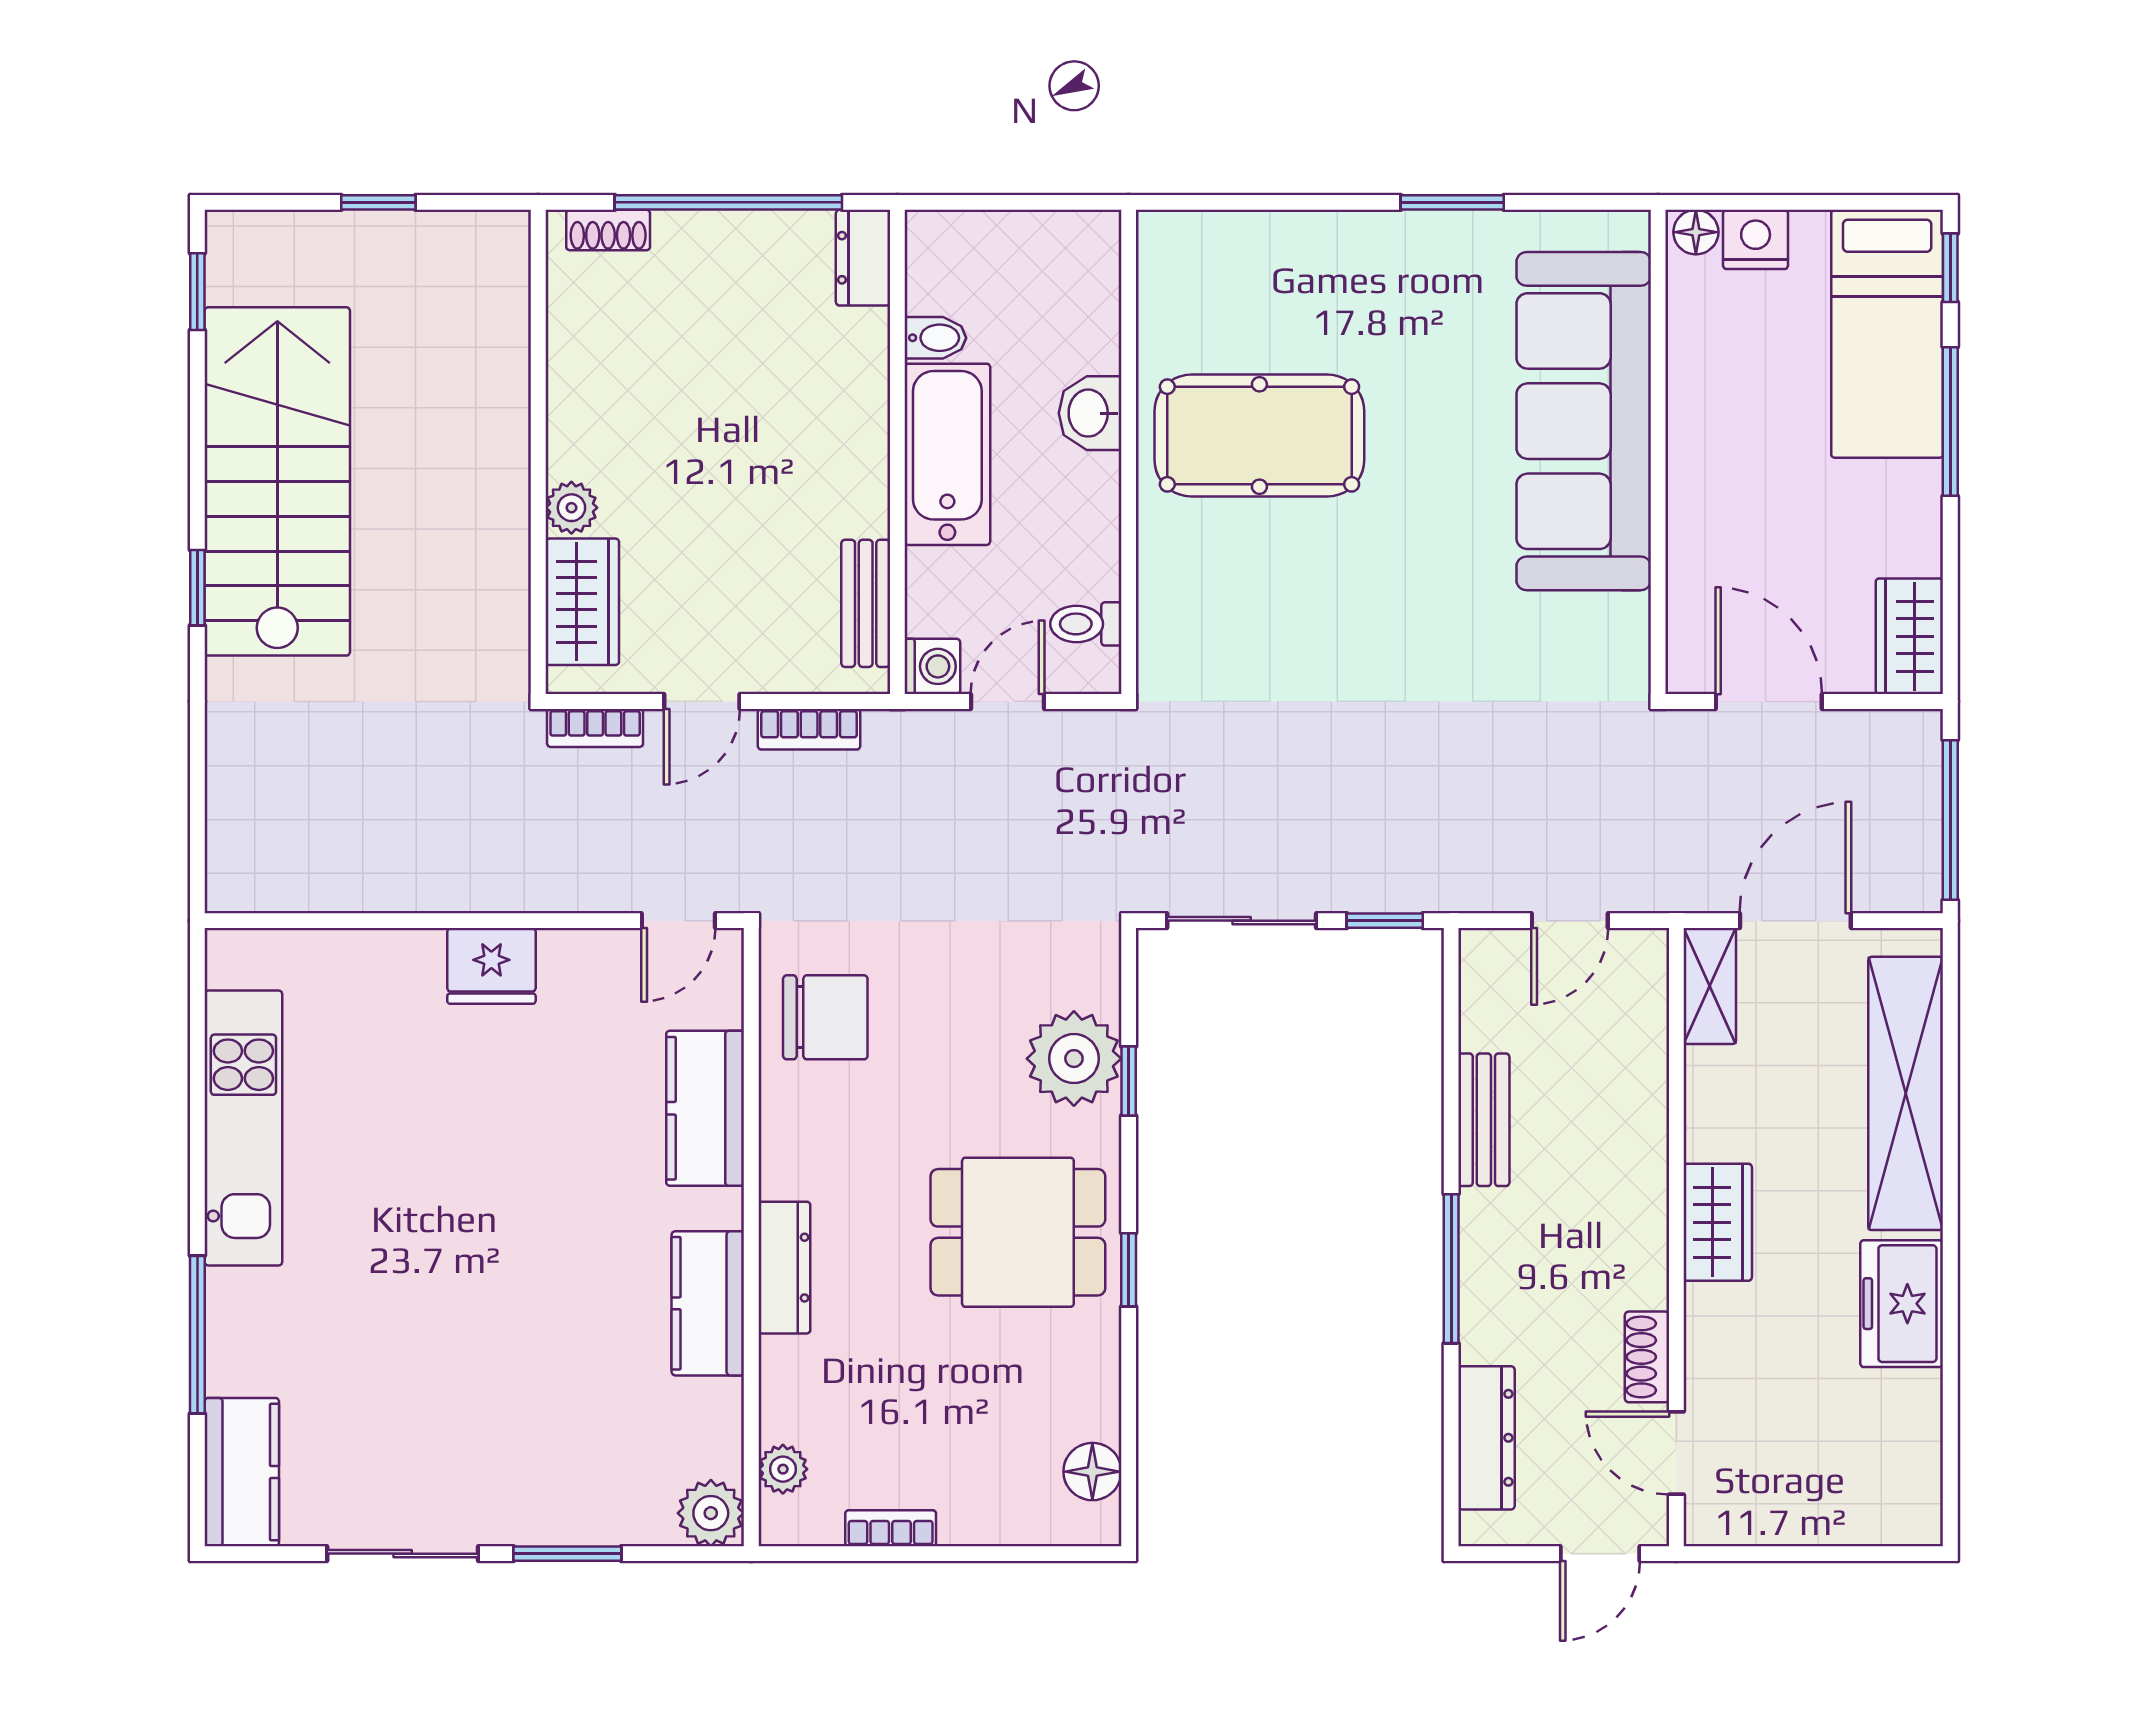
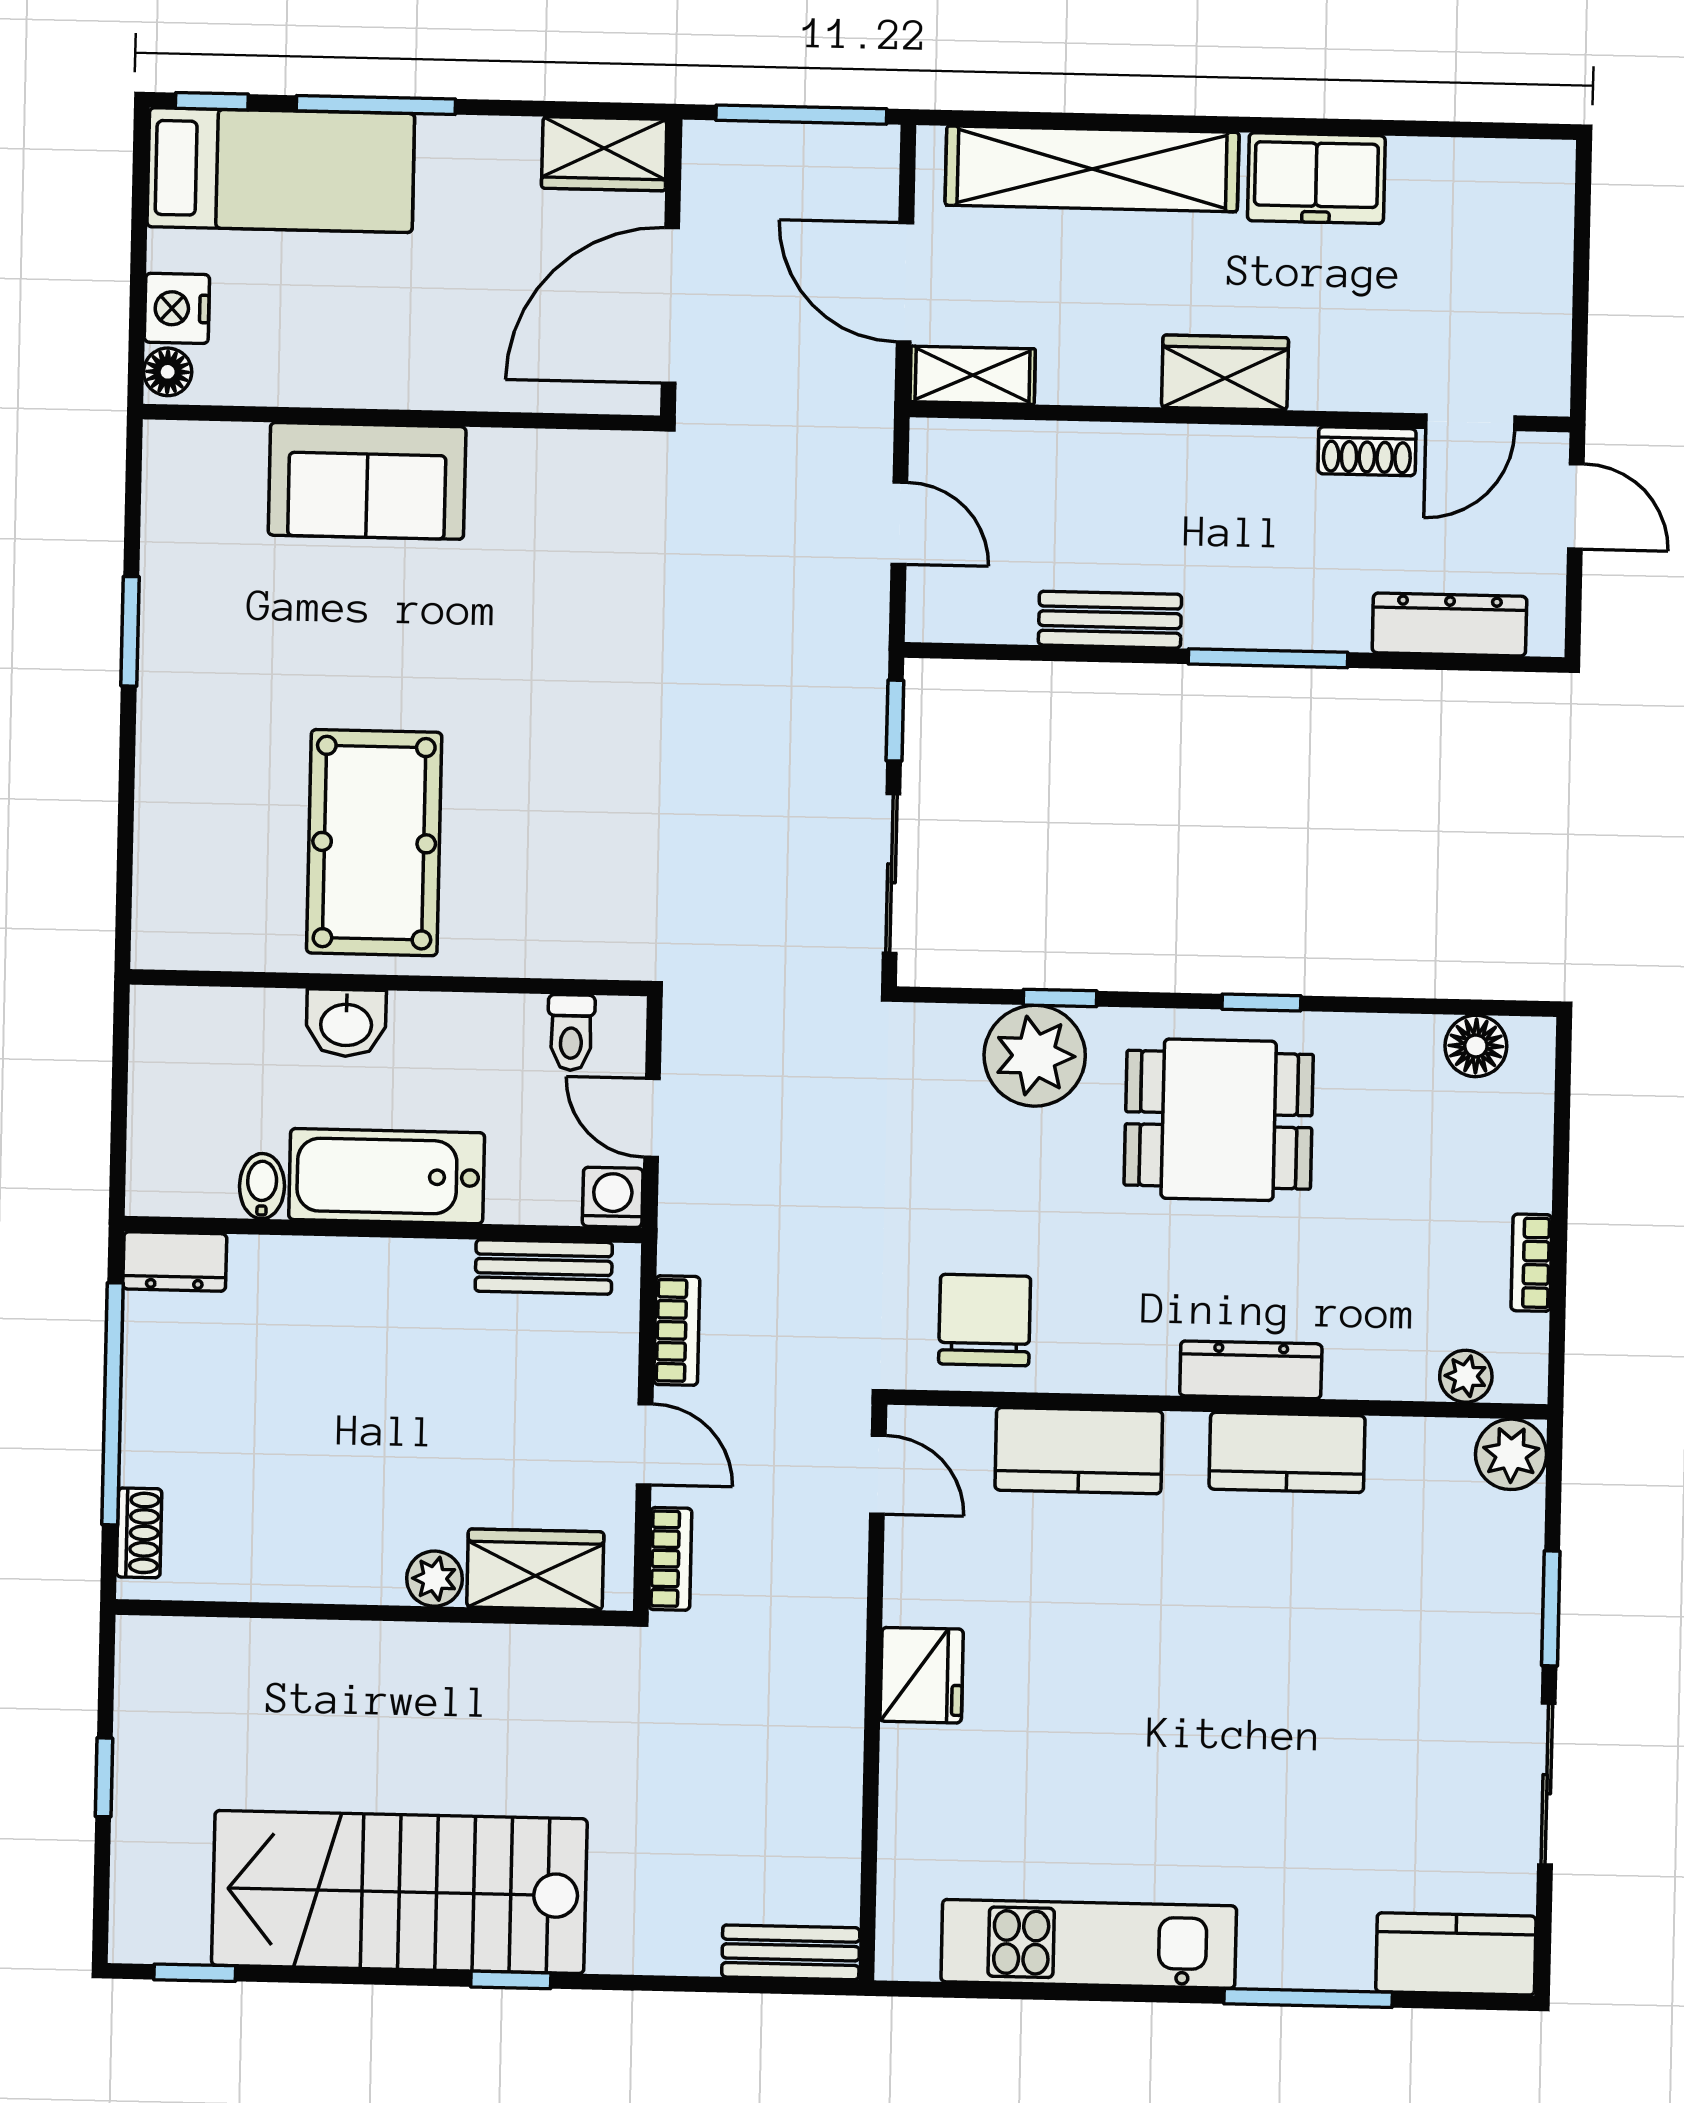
sofa: (1584, 421) -> (367, 481), width x0.54, depth x0.79
door: (1769, 701) -> (670, 305), width x1.36
bench: (229, 849) -> (791, 1952), added
dining table: (1018, 1232) -> (1219, 1120), turned 90

